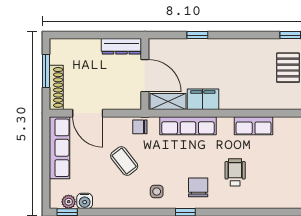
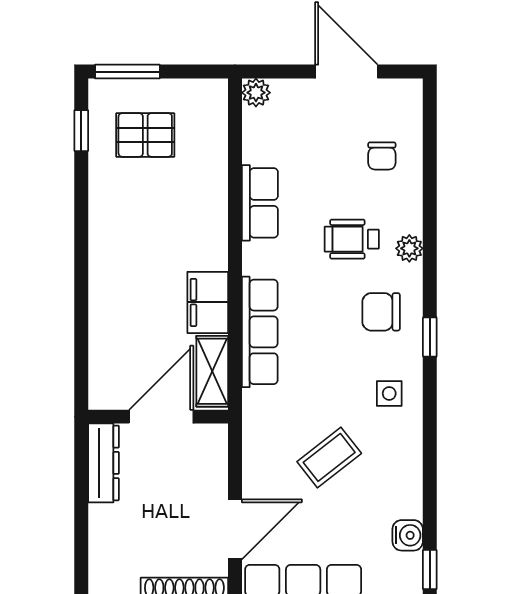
window: (197, 35) -> (81, 313), removed
chair: (140, 127) -> (382, 156), moved
plant: (69, 202) -> (409, 248), moved

